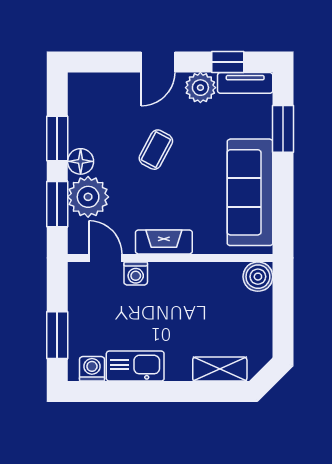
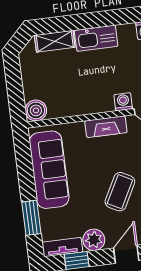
coffee table: (156, 150) -> (120, 192), width x1.36, depth x1.30
kitchen sink: (135, 366) -> (96, 38), moved

